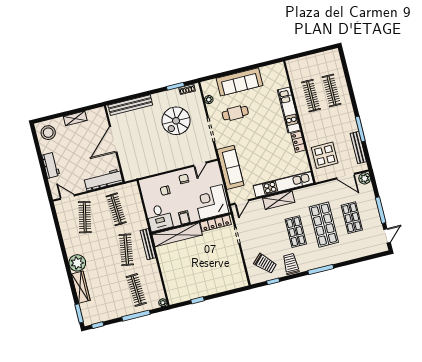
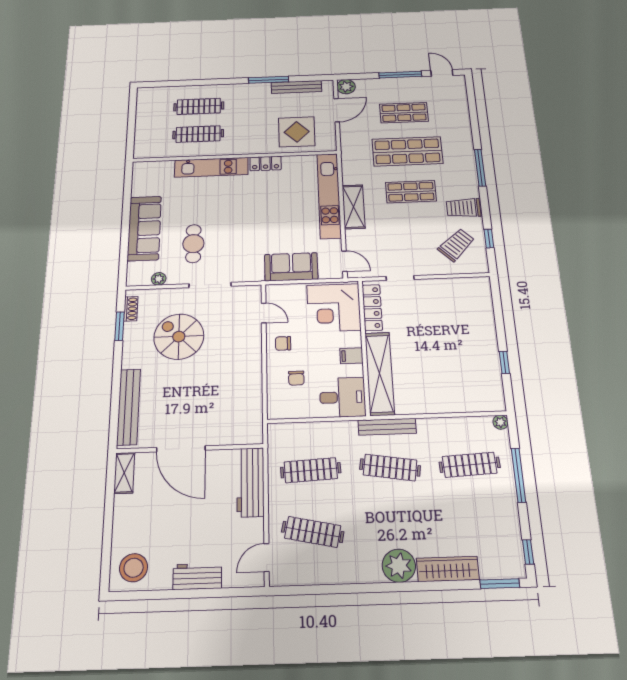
shelving: (75, 118) -> (124, 473), moved
spiral stairs: (176, 121) -> (179, 337), turned 180
sofa: (230, 167) -> (291, 267), width x0.73

